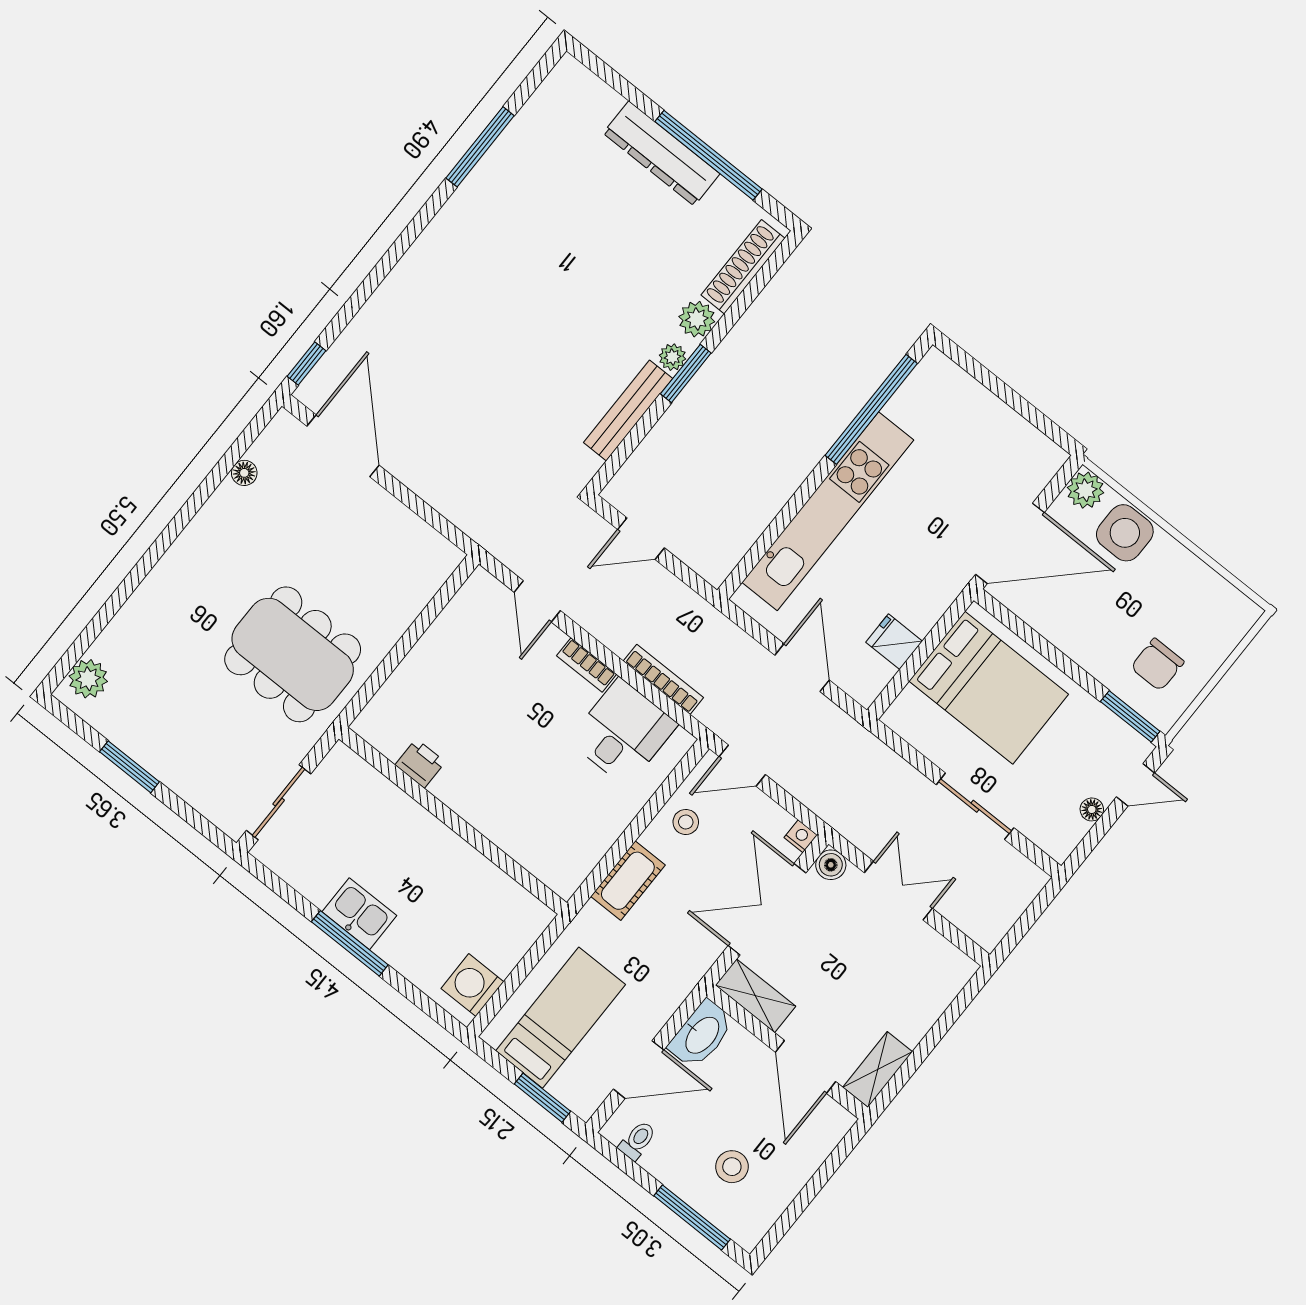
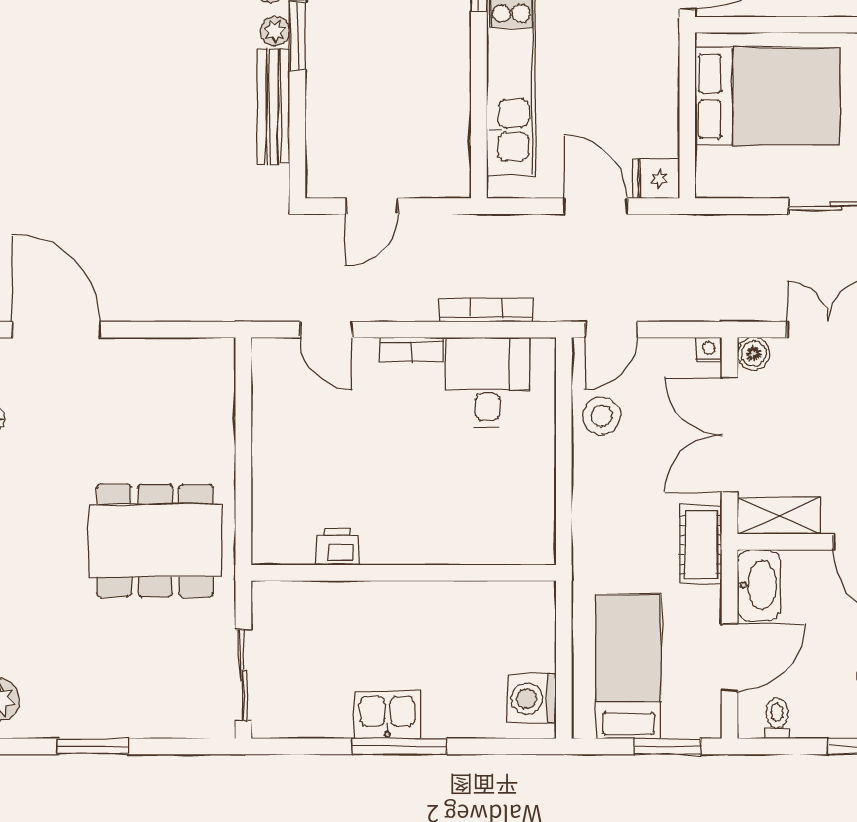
fridge: (894, 642) -> (656, 179), moved
stool: (686, 822) -> (602, 416), width x1.37, depth x1.37
cot: (628, 881) -> (701, 545), moved

